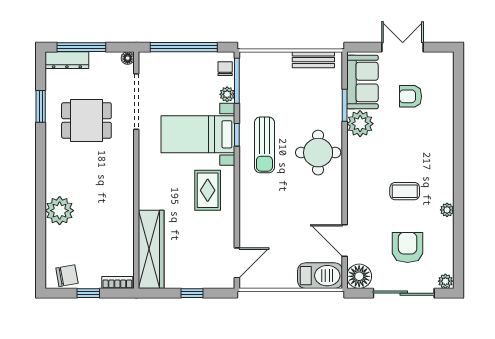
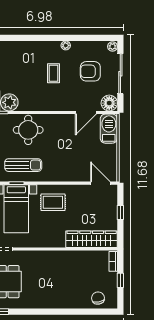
plant: (60, 211) -> (66, 299), removed
chair: (67, 276) -> (98, 298), moved

